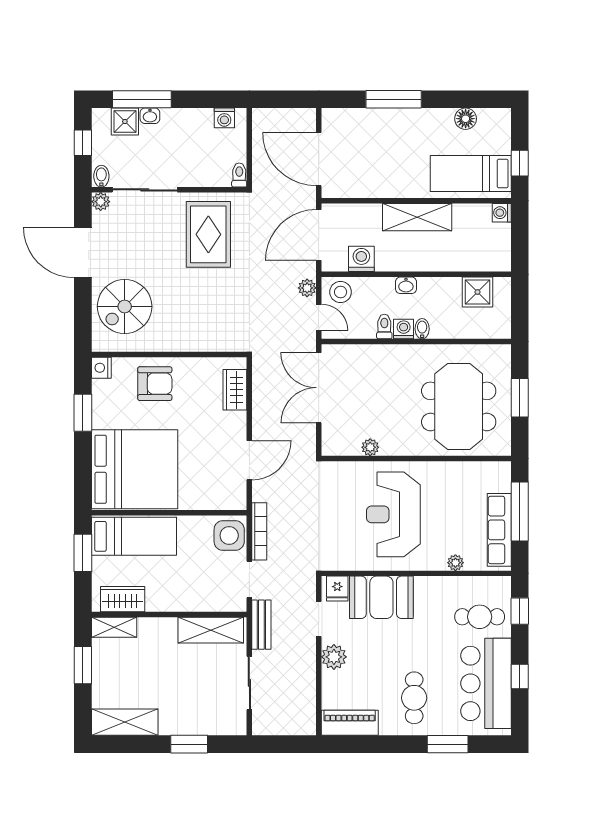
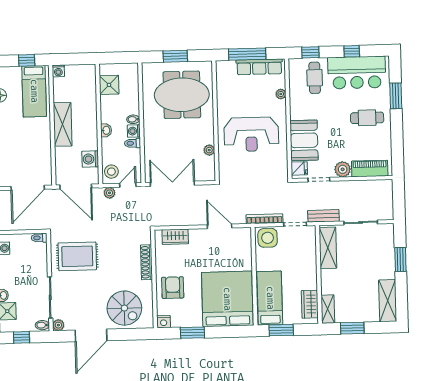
shoe rack: (196, 343) -> (146, 262), added
double door: (319, 388) -> (172, 184), swing flipped
piano: (350, 723) -> (370, 169), moved, turned 90

